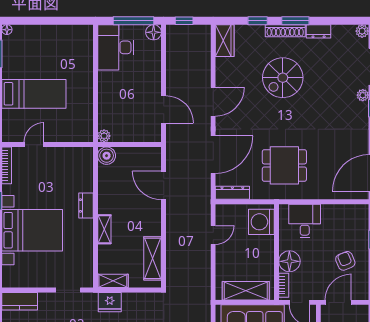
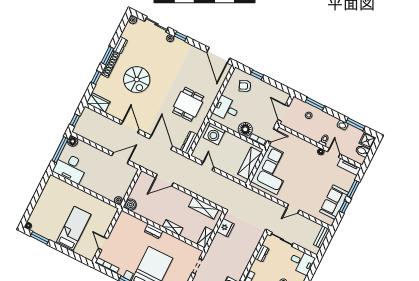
armchair: (345, 261) -> (245, 86), moved
fridge: (110, 302) -> (225, 228), moved

